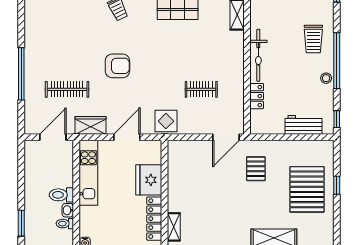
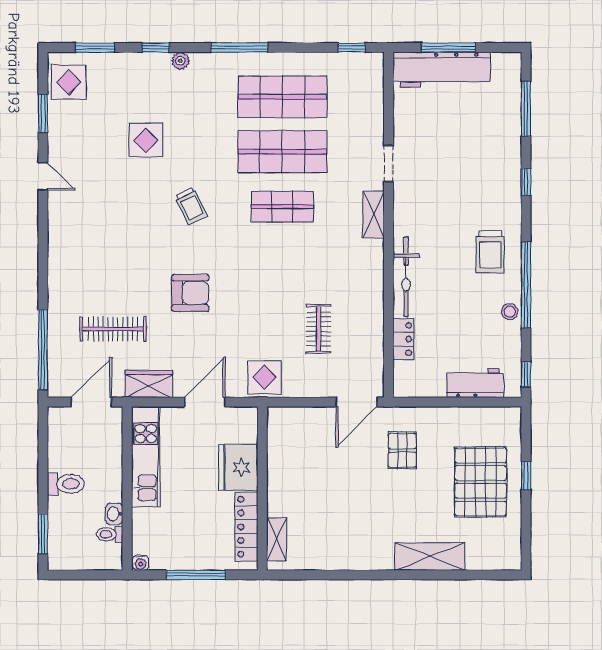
window: (21, 74) -> (43, 350), moved
clothes rail: (201, 89) -> (319, 329), turned 90
toilet: (61, 195) -> (66, 484), moved, turned 180

